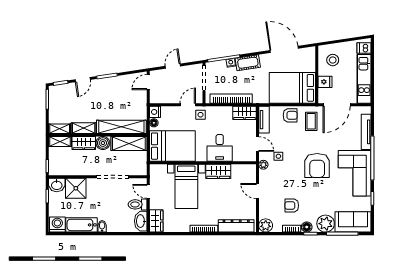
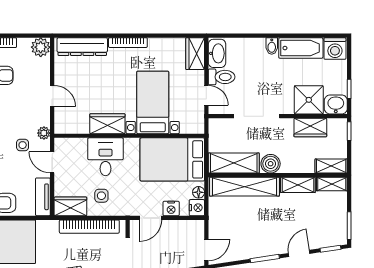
nightstand: (173, 111) -> (171, 208), added
side table: (201, 115) -> (101, 196), moved
wardrobe: (84, 143) -> (310, 128), moved, turned 180

